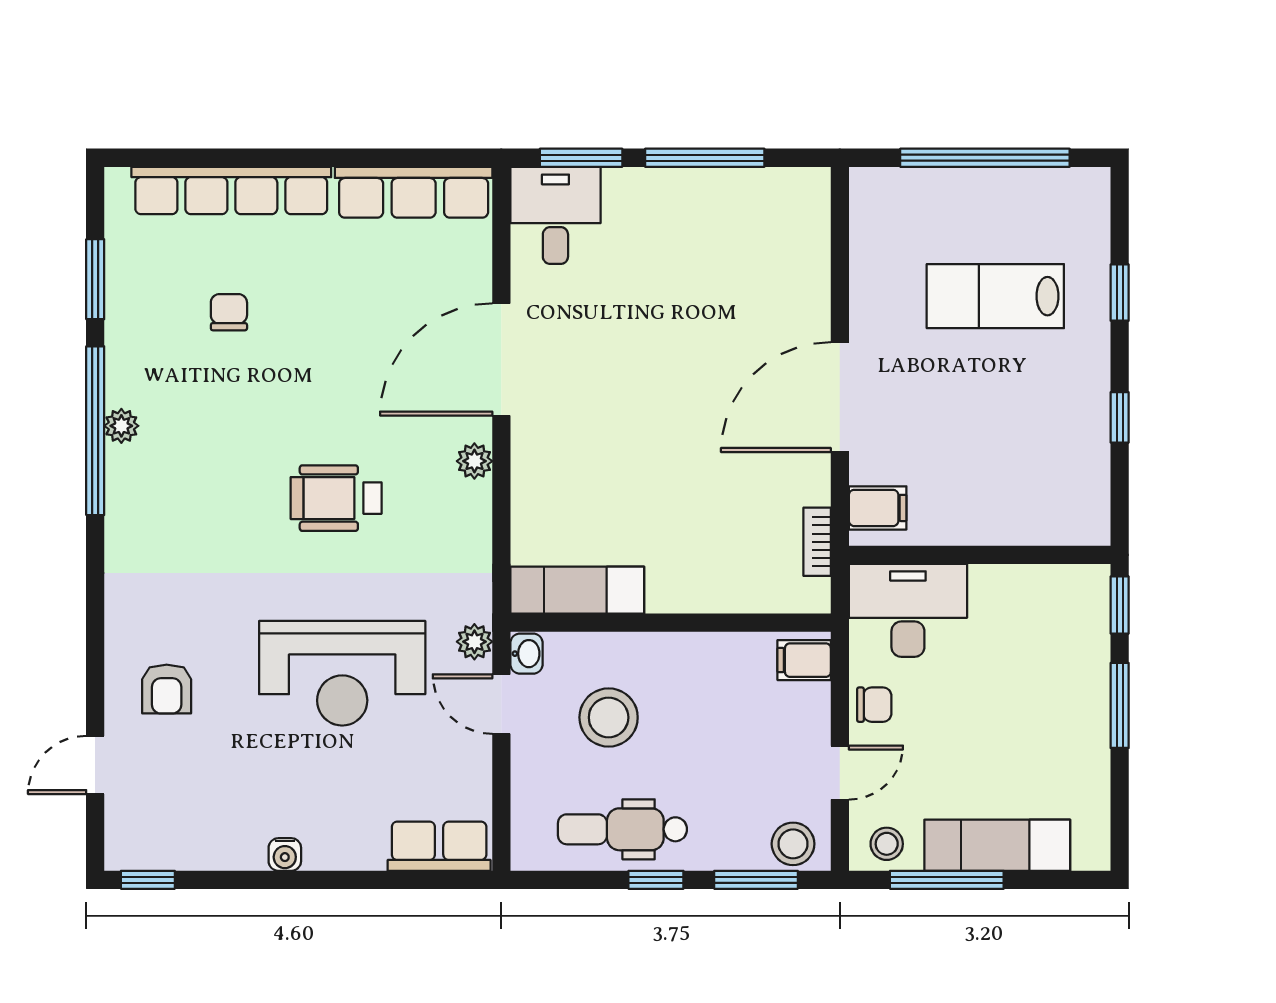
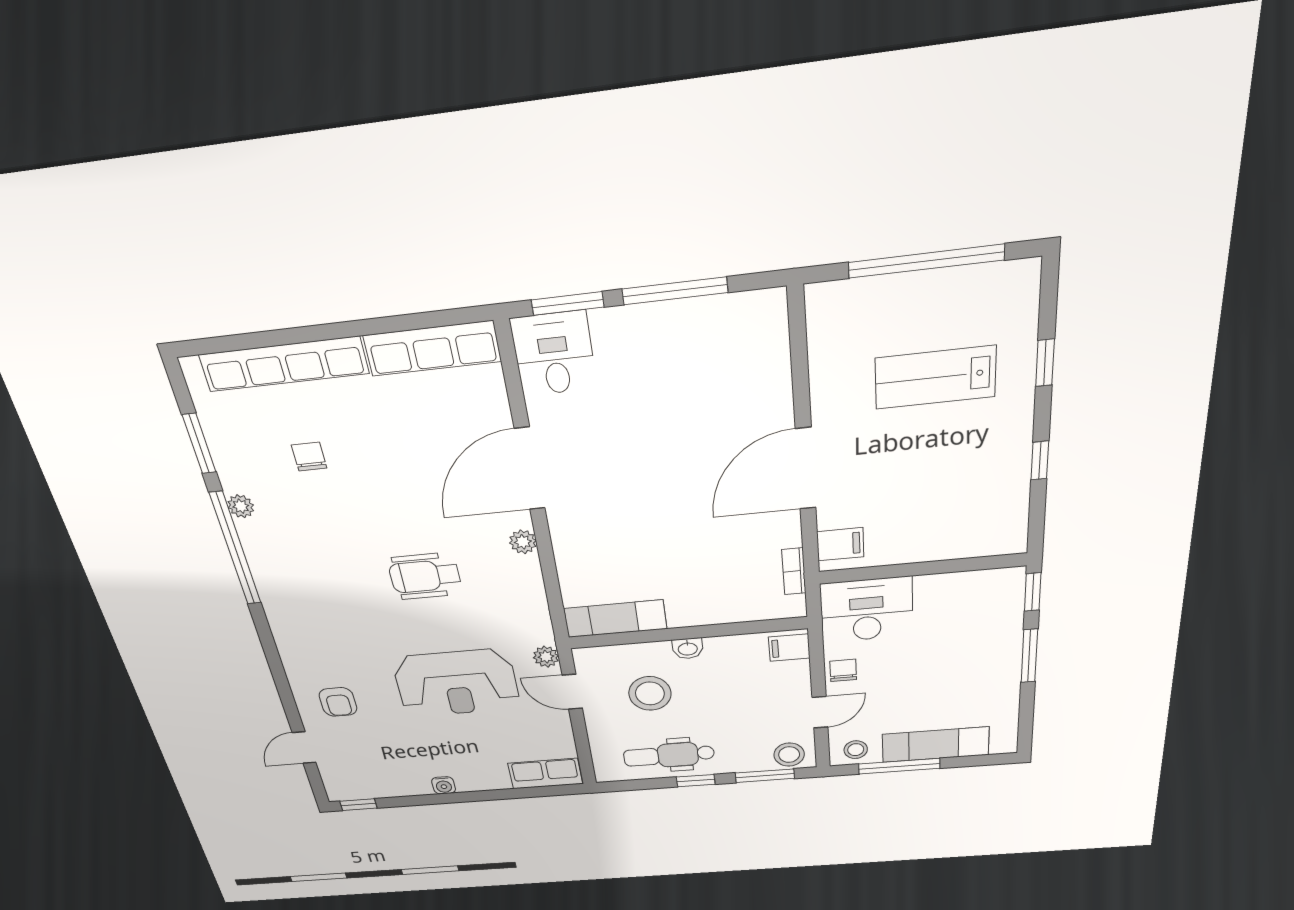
plant: (121, 426) -> (241, 506), moved
washbasin: (527, 654) -> (688, 648), moved, turned 90
chair: (874, 705) -> (843, 670), turned -90

